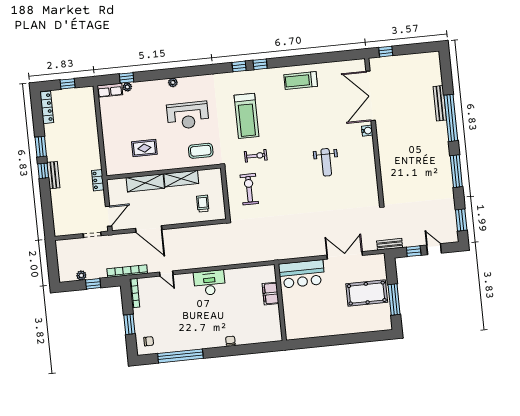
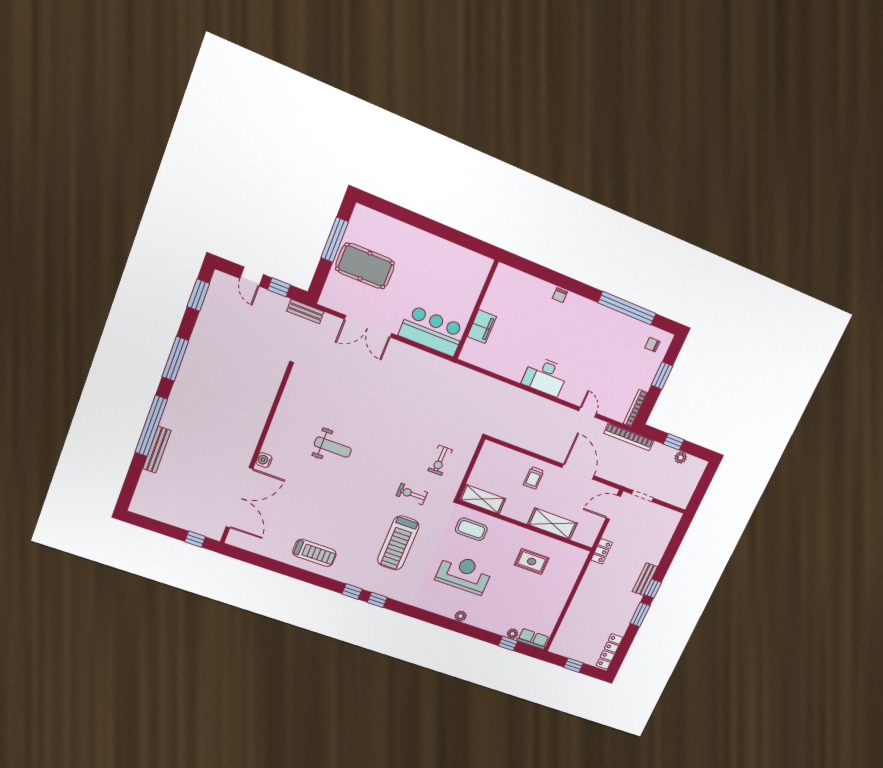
treadmill: (246, 116) -> (398, 543), turned 180
weight bench: (326, 162) -> (333, 447), turned 90
shelving: (181, 179) -> (482, 499), moved
exercise bike: (249, 189) -> (440, 460), width x0.73, depth x0.72
trolley: (203, 204) -> (534, 478), moved

